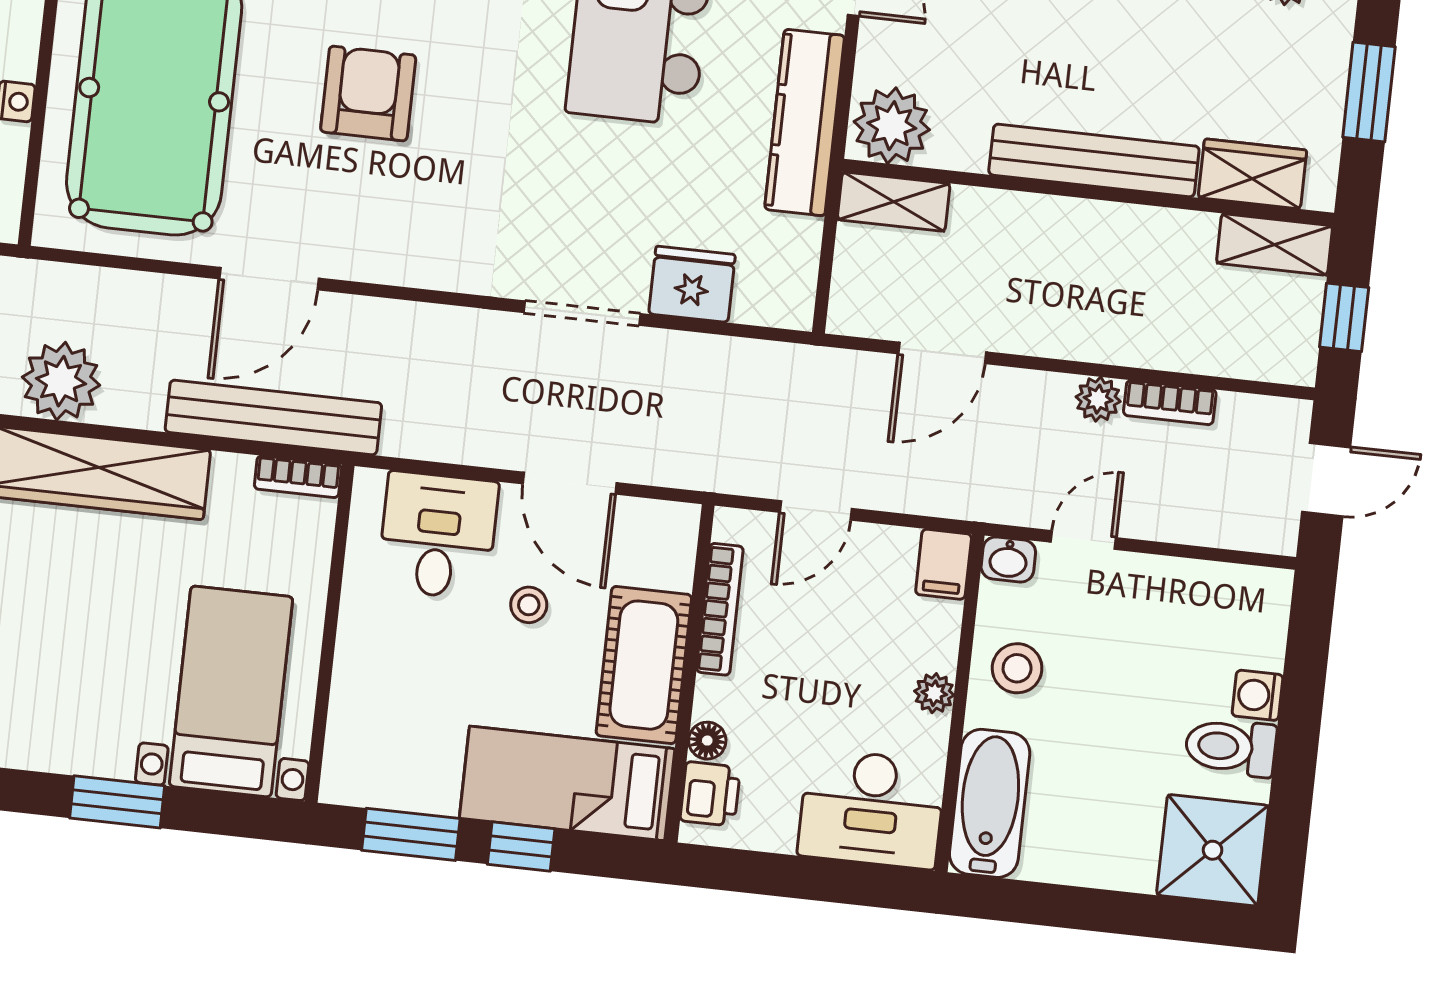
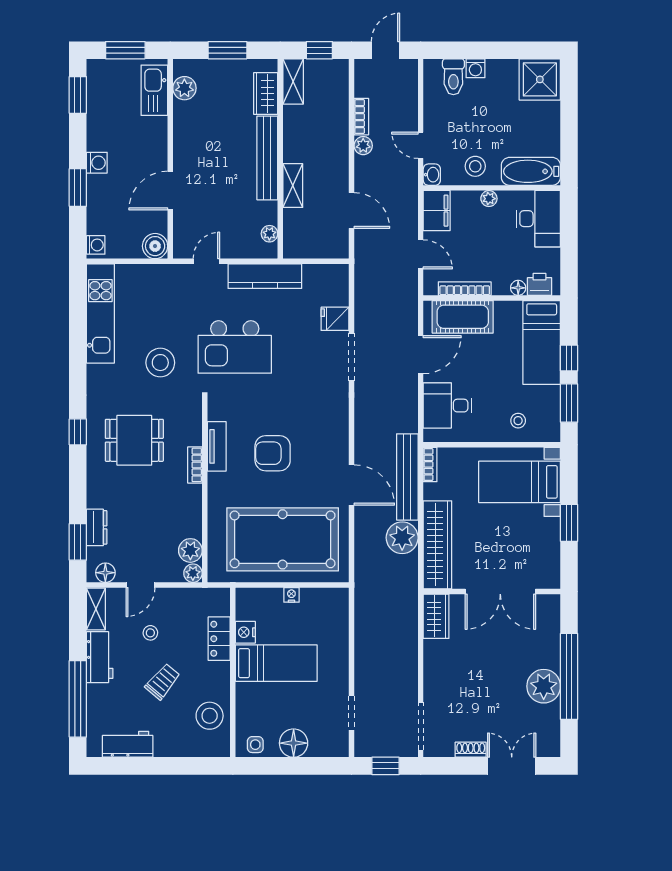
plant: (892, 126) -> (269, 234), width x0.53, depth x0.53
shelving: (894, 202) -> (293, 186), moved
fridge: (692, 284) -> (335, 319), width x0.72
plant: (61, 381) -> (402, 538), moved
door: (1326, 480) -> (385, 50), hinge flipped
filing cabinet: (944, 564) -> (437, 211), width x2.00
stool: (529, 605) -> (518, 421), moved
cot: (644, 665) -> (463, 317), moved
toilet: (1231, 747) -> (453, 77), moved

